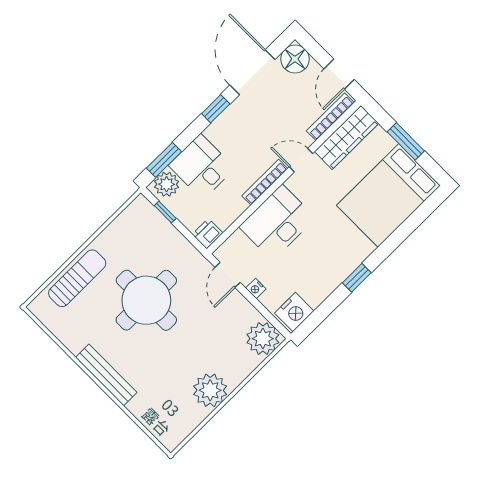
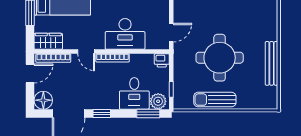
wardrobe: (347, 137) -> (48, 41), width x0.67
sun lounger: (77, 278) -> (215, 100), moved
nightstand: (256, 288) -> (165, 14), removed
bench: (106, 375) -> (272, 63), moved

